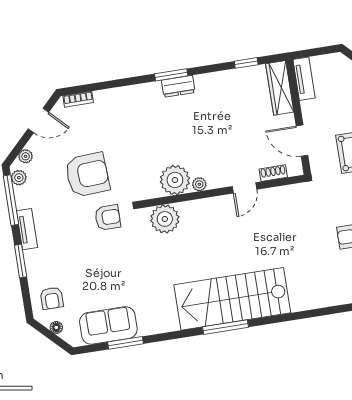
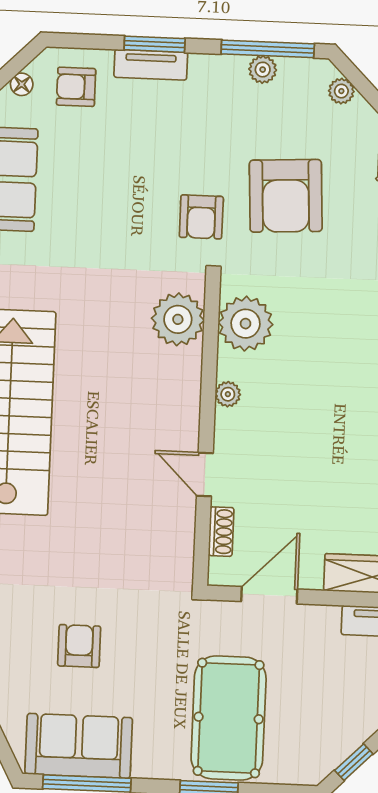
plant: (19, 178) -> (263, 70), moved
plant: (175, 180) -> (246, 324), moved
tv unit: (27, 229) -> (151, 65), moved

